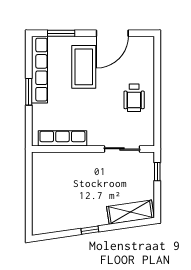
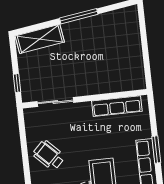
wheelchair: (134, 98) -> (49, 155), turned -45
window: (90, 230) -> (79, 16), width x2.17

